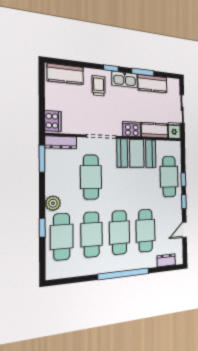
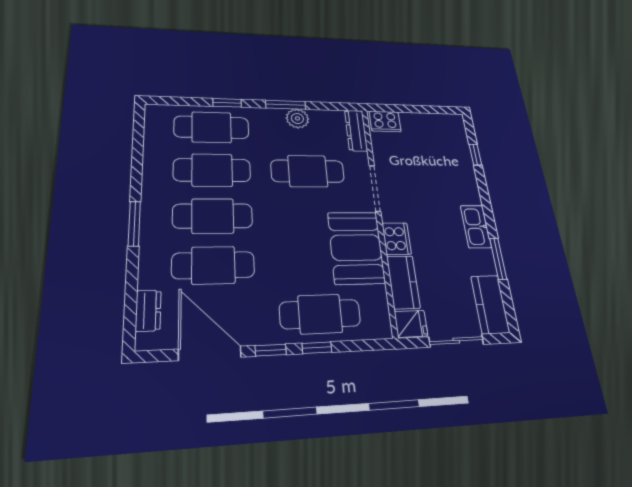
window: (111, 68) -> (475, 155), moved
kitchen counter: (65, 74) -> (456, 139), removed
kitchen counter: (153, 84) -> (490, 304), moved
trolley: (99, 86) -> (453, 185), removed
window: (42, 159) -> (286, 105), moved
plant: (53, 203) -> (297, 118), moved
door: (184, 230) -> (210, 353), width x1.87
window: (124, 274) -> (134, 224), width x0.47

